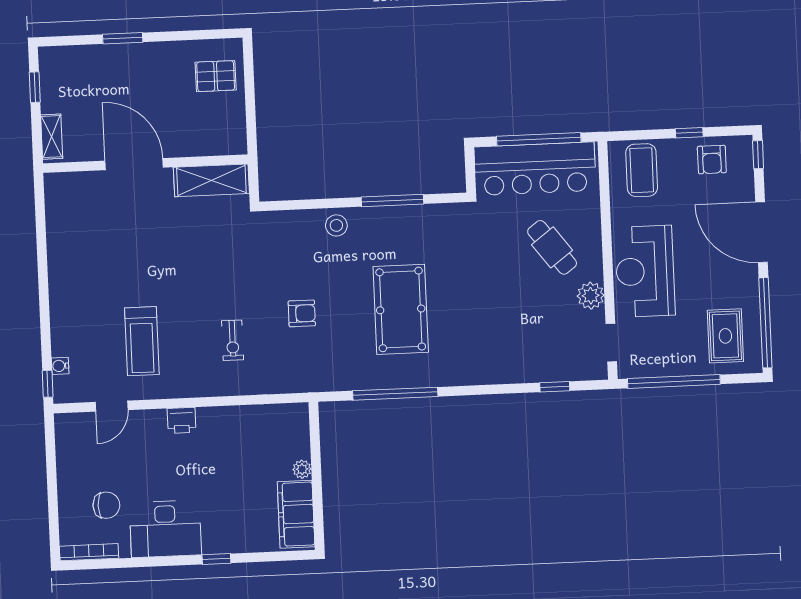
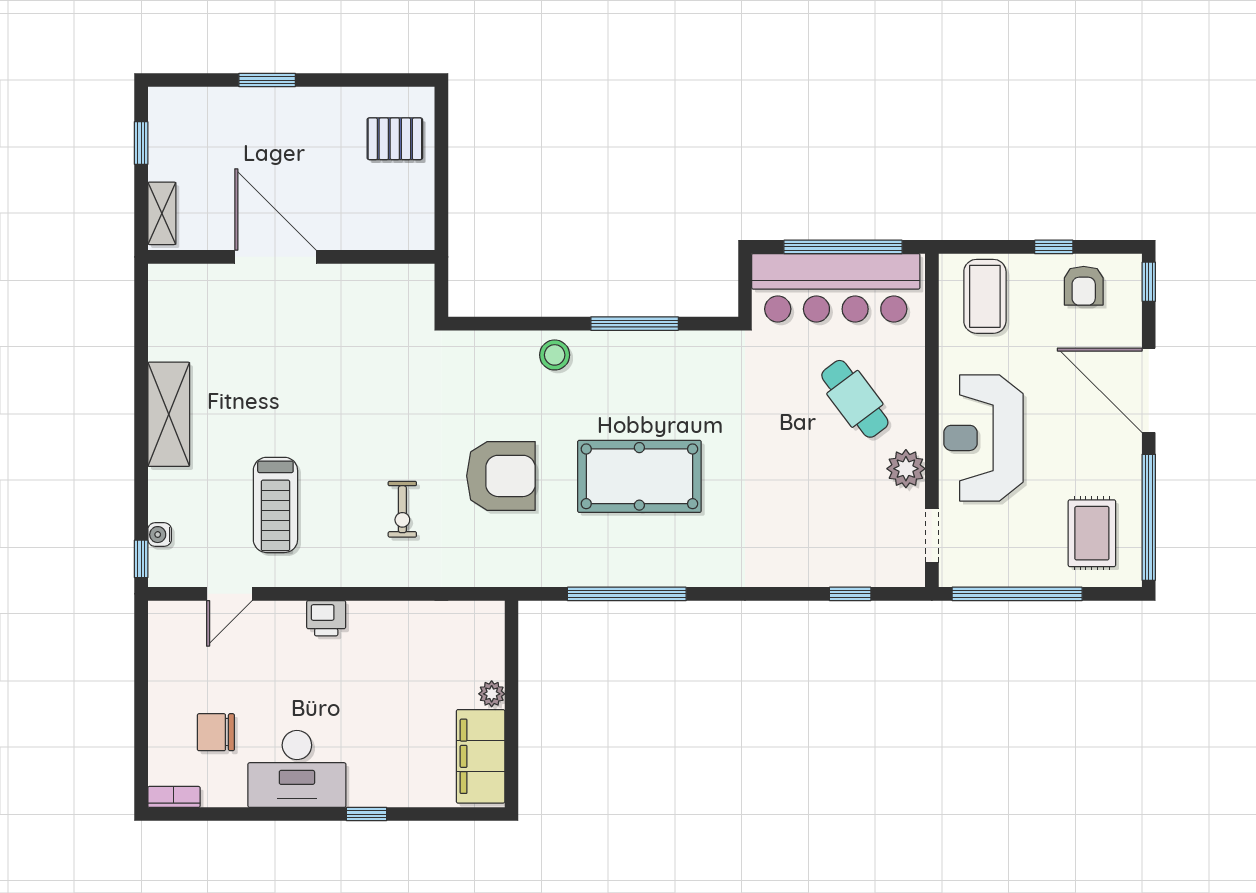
shelving: (211, 180) -> (169, 414), moved, turned 90
pool table: (401, 309) -> (639, 476), turned 90
armchair: (302, 313) -> (501, 476), width x1.88, depth x1.88
chair: (106, 505) -> (216, 732), turned 180
bookcase: (89, 552) -> (174, 797), width x0.64

